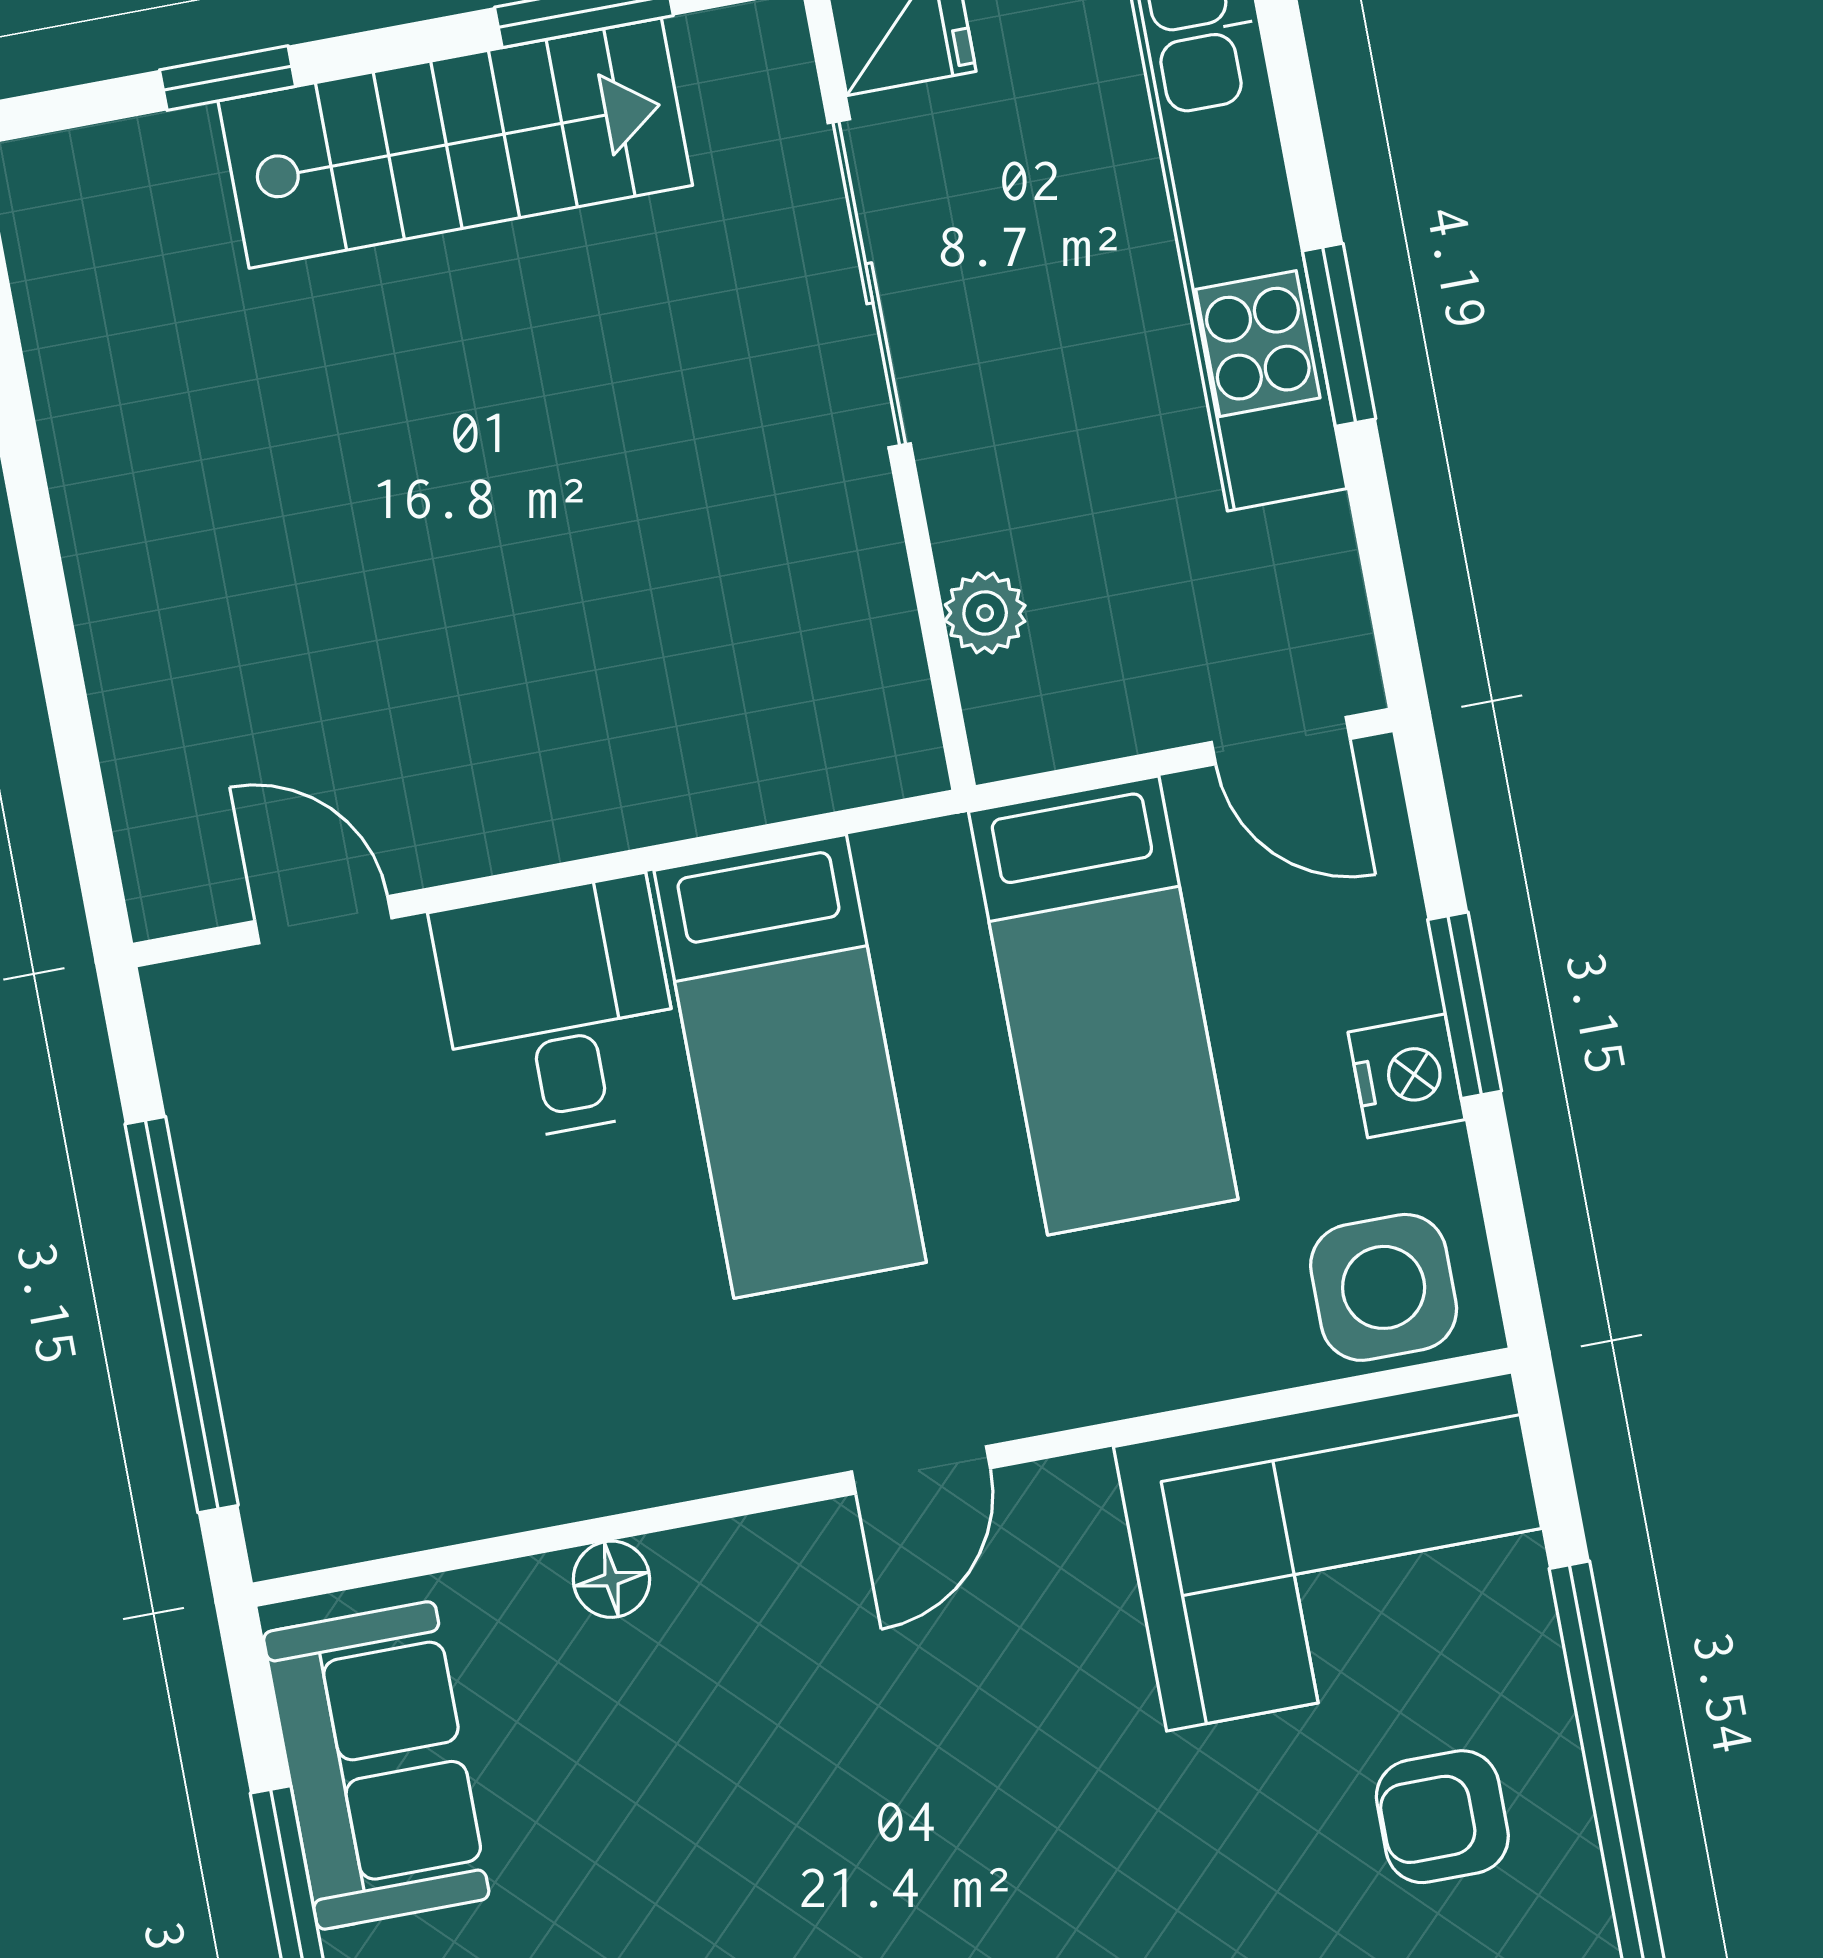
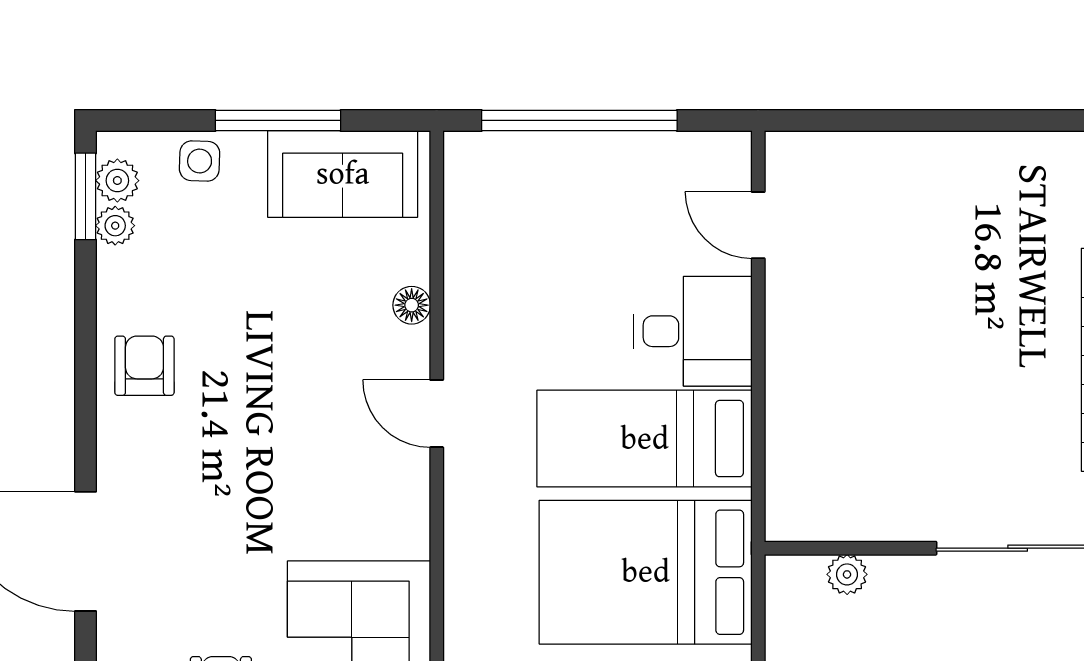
door: (323, 920) -> (758, 225), swing flipped
bed: (1103, 1006) -> (646, 572), width x1.50
door: (921, 1470) -> (437, 414), moved

